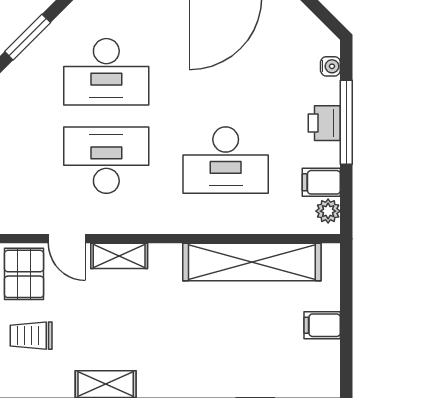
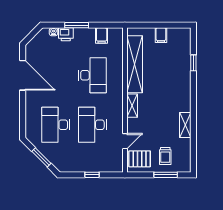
desk: (106, 72) -> (56, 125), turned 180
window: (346, 122) -> (77, 25), width x0.69
printer: (324, 123) -> (66, 34), moved
plant: (328, 211) -> (114, 33), removed
shelving: (119, 256) -> (132, 106), moved

